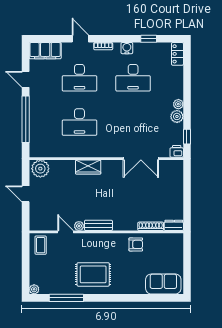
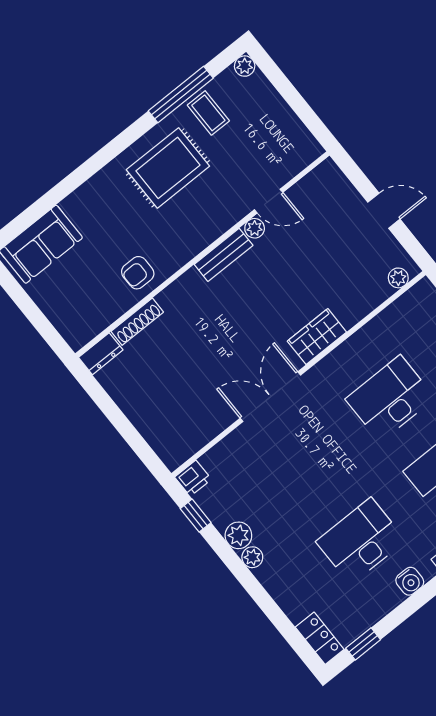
window: (149, 39) -> (363, 644), moved
double door: (141, 159) -> (270, 397), moved
plant: (40, 169) -> (398, 278), width x0.53, depth x0.53
coffee table: (41, 245) -> (208, 113), moved

